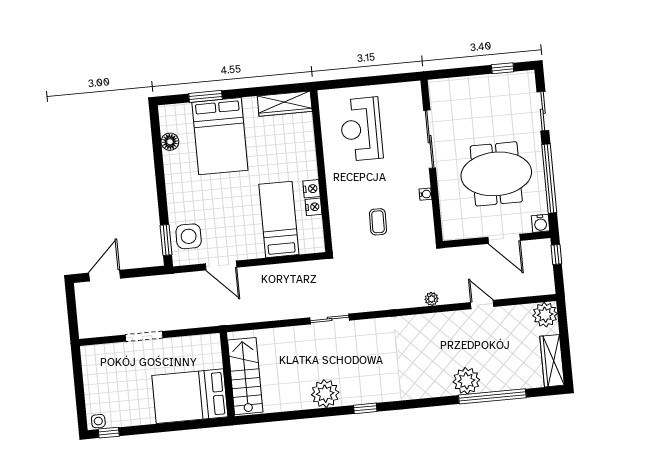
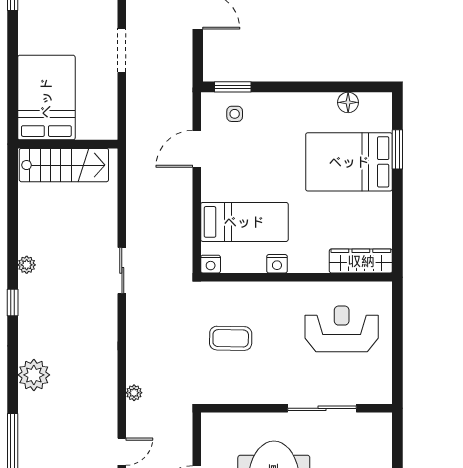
wardrobe: (285, 104) -> (361, 261), moved, turned 90
water cooler: (425, 194) -> (258, 397), removed
nightstand: (314, 207) -> (211, 264), moved
coffee table: (378, 222) -> (231, 338), width x1.36, depth x1.30
side table: (189, 236) -> (235, 114), width x0.54, depth x0.54
plant: (466, 381) -> (34, 375), moved
plant: (325, 394) -> (27, 265), width x0.53, depth x0.53

